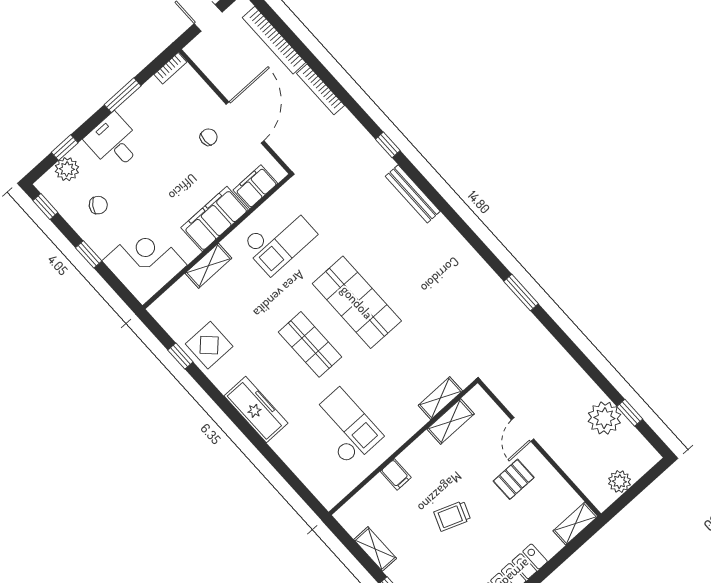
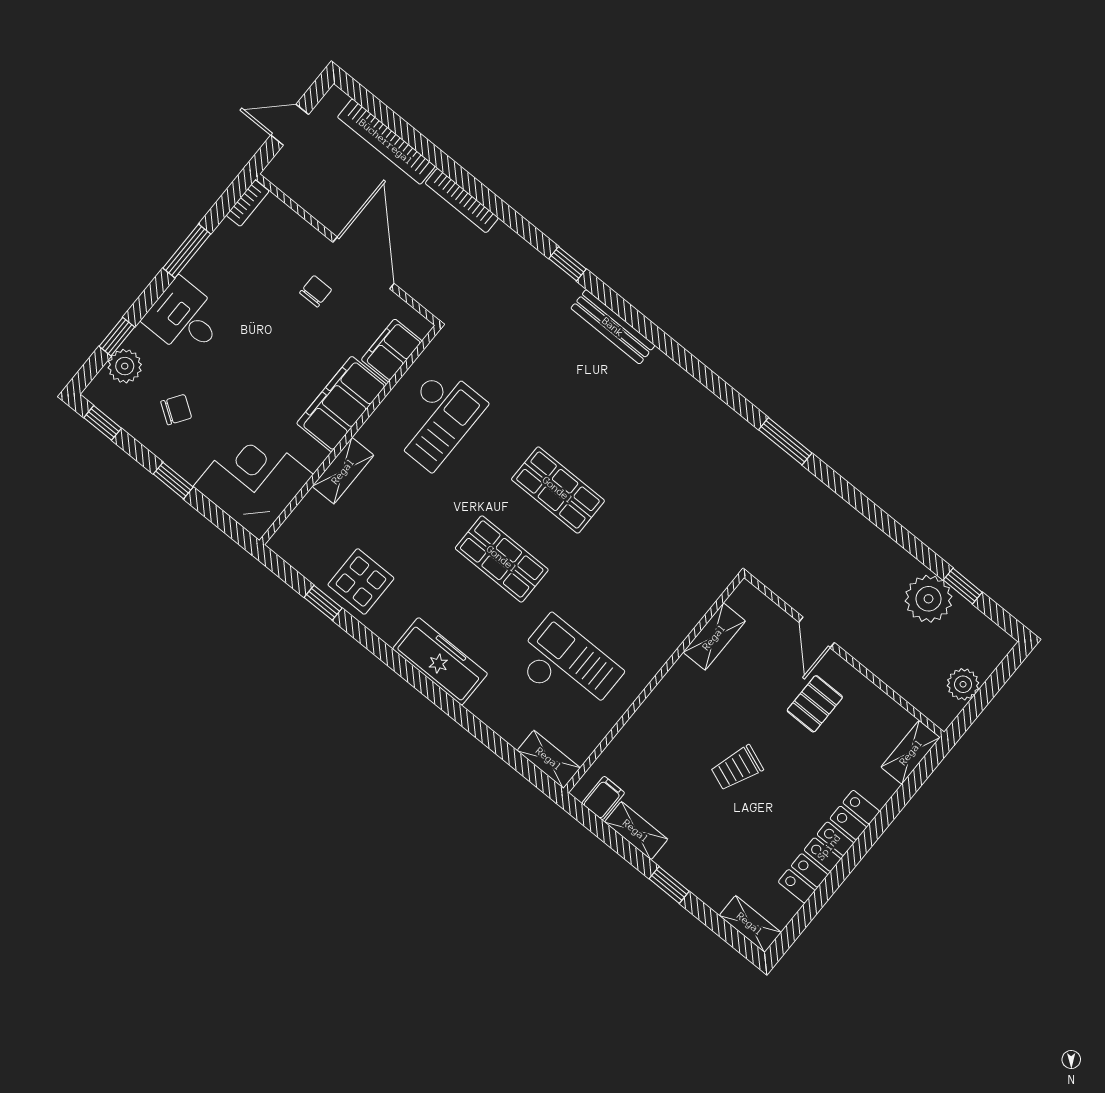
shop shelf: (357, 302) -> (558, 490), width x0.70, depth x0.74
shelving: (440, 398) -> (549, 759), moved, turned 90
filing cabinet: (396, 474) -> (603, 798), moved, turned -90

